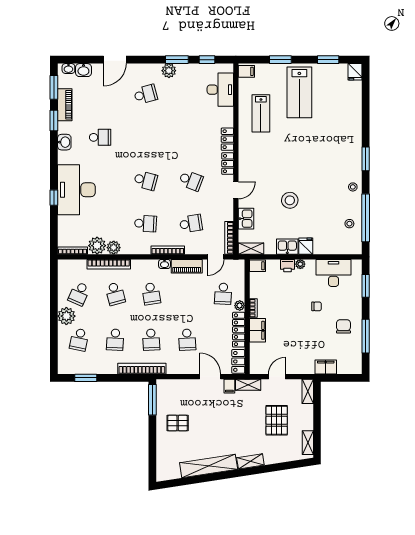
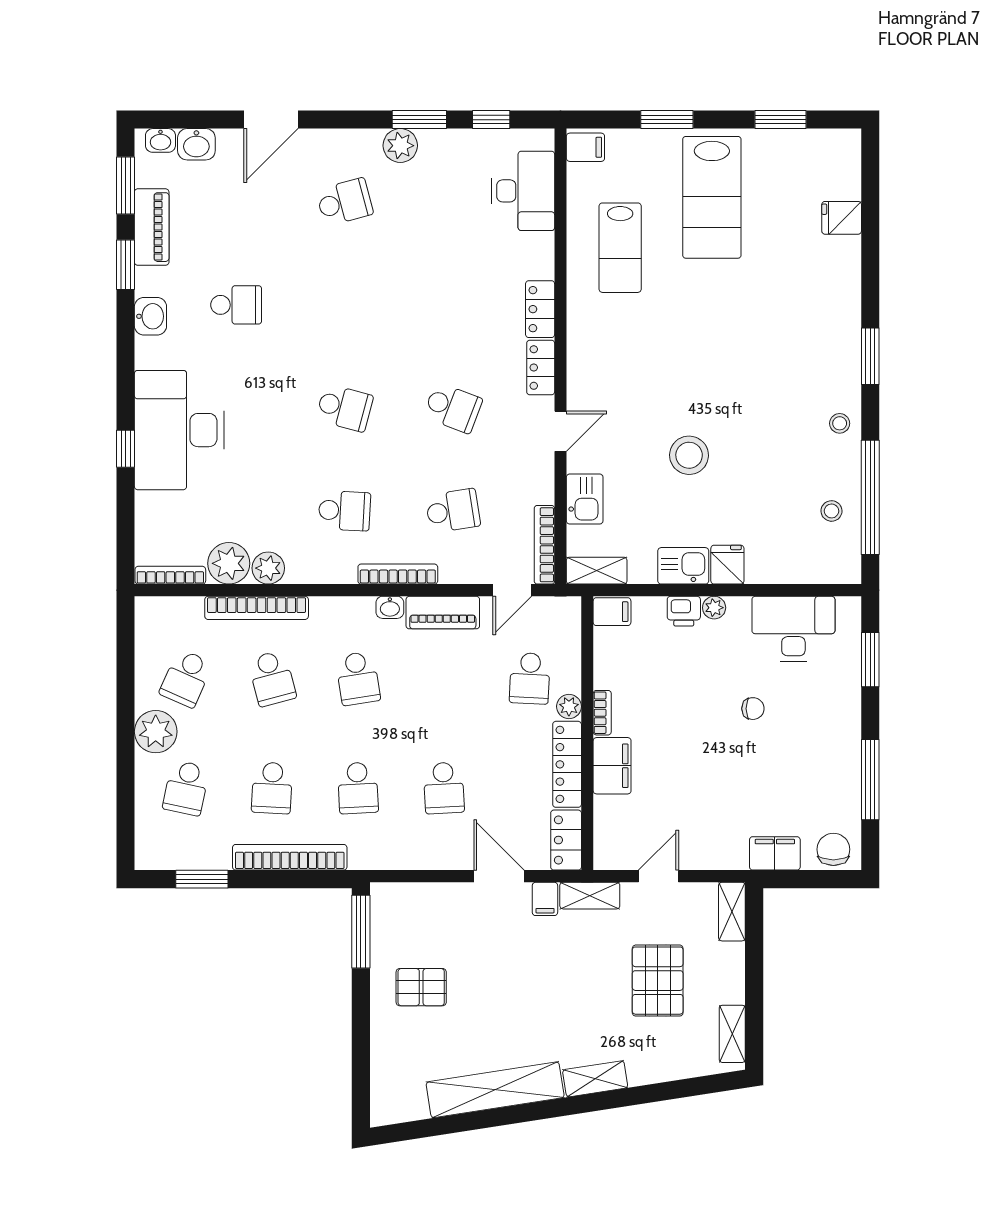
fridge: (355, 72) -> (842, 218), moved, turned 90
chair: (343, 326) -> (833, 849), moved
bookcase: (142, 369) -> (290, 857), moved

